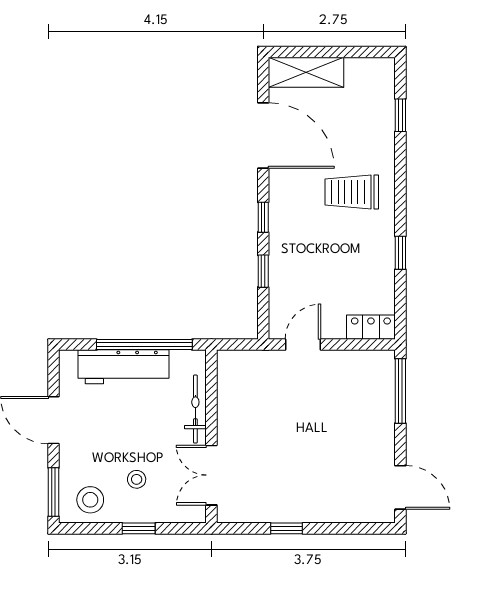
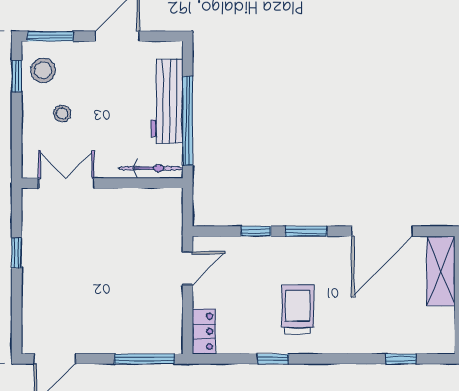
trolley: (352, 192) -> (298, 310), moved
window: (263, 217) -> (306, 231), width x1.50
door: (303, 345) -> (188, 268), hinge flipped
bicycle: (195, 409) -> (151, 168), moved
window: (139, 528) -> (17, 76), moved

